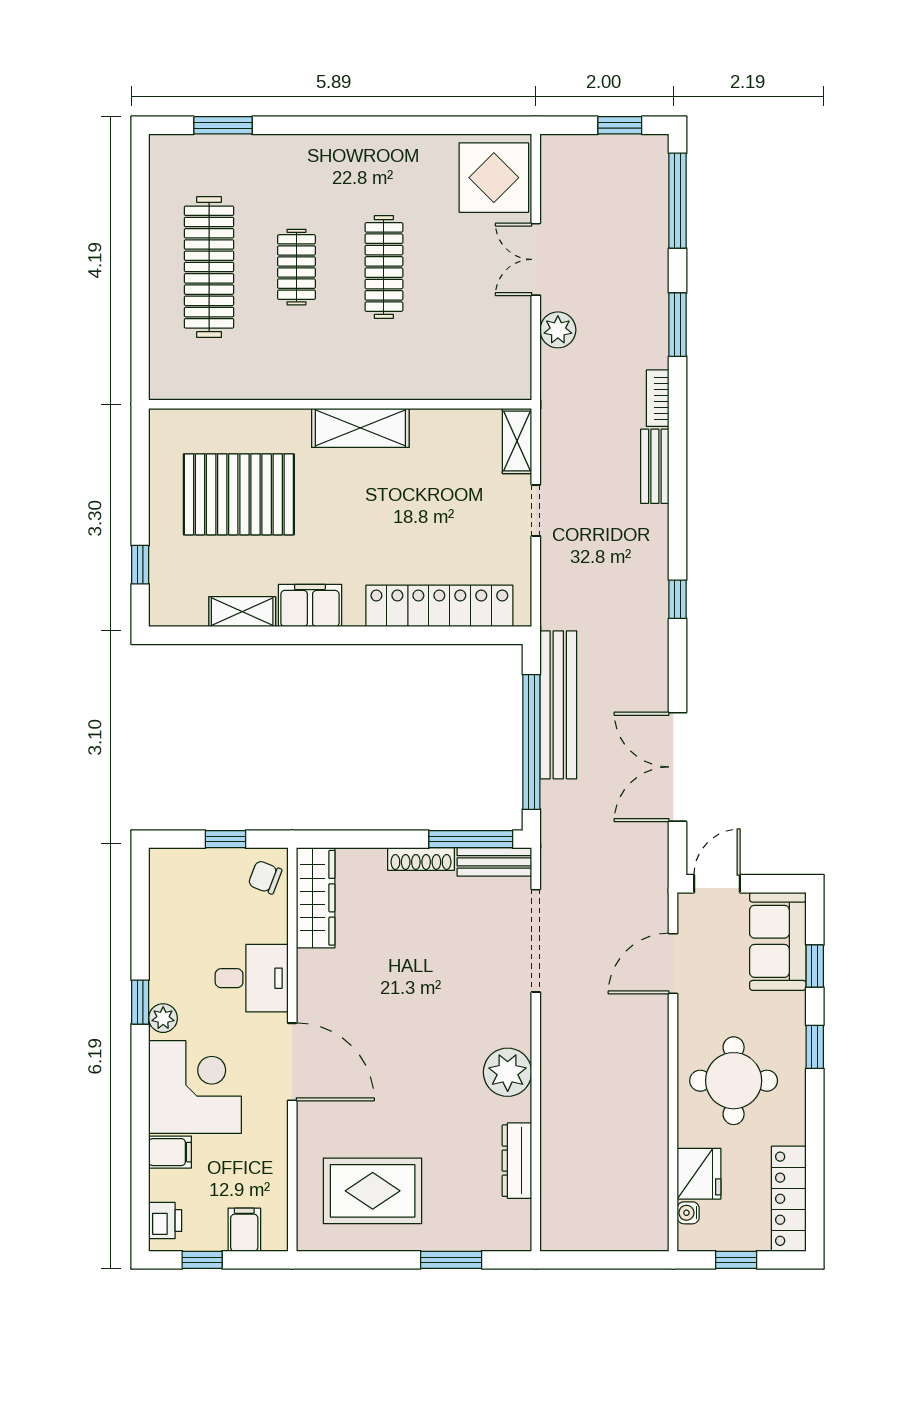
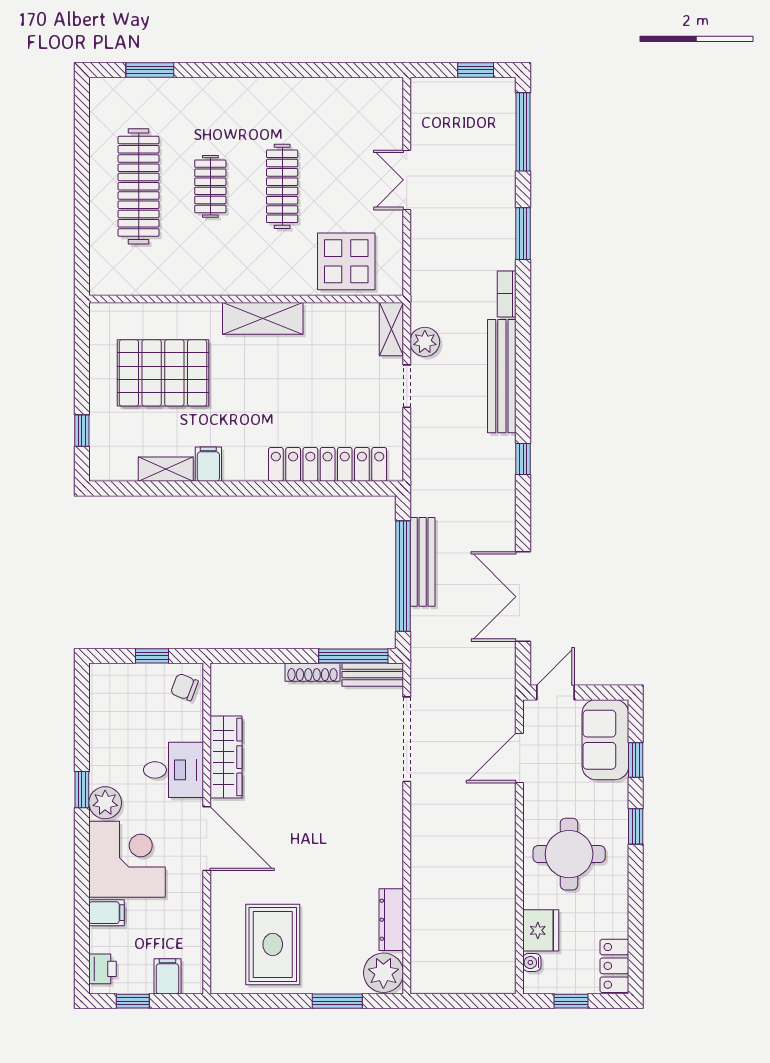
display table: (494, 178) -> (346, 261), moved
plant: (558, 330) -> (425, 342), moved
bench: (655, 466) -> (502, 376), width x1.86, depth x1.21
filing cabinet: (310, 606) -> (208, 464), width x0.50
bench: (558, 705) -> (423, 562), width x0.73, depth x0.82
wardrobe: (316, 898) -> (226, 757), moved
plant: (163, 1018) -> (105, 803), width x1.38, depth x1.38
plant: (508, 1072) -> (383, 973), moved
rug: (373, 1191) -> (273, 944), turned 90
locker: (789, 1199) -> (614, 966), width x0.66

